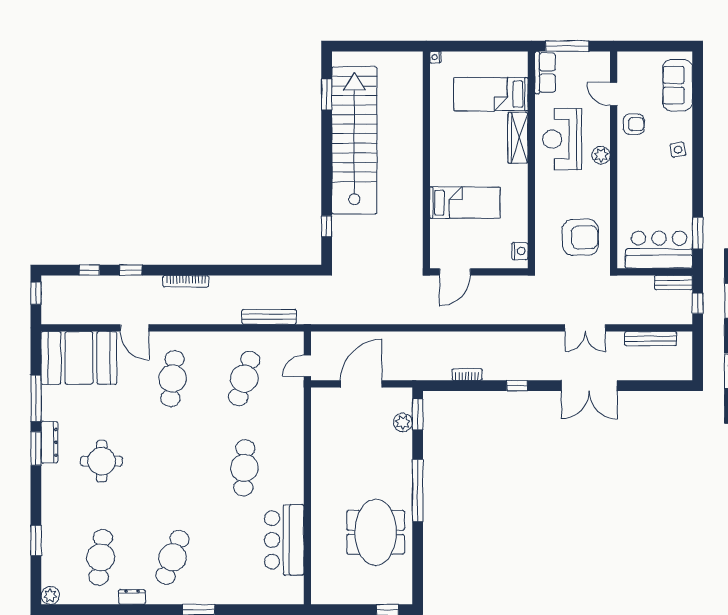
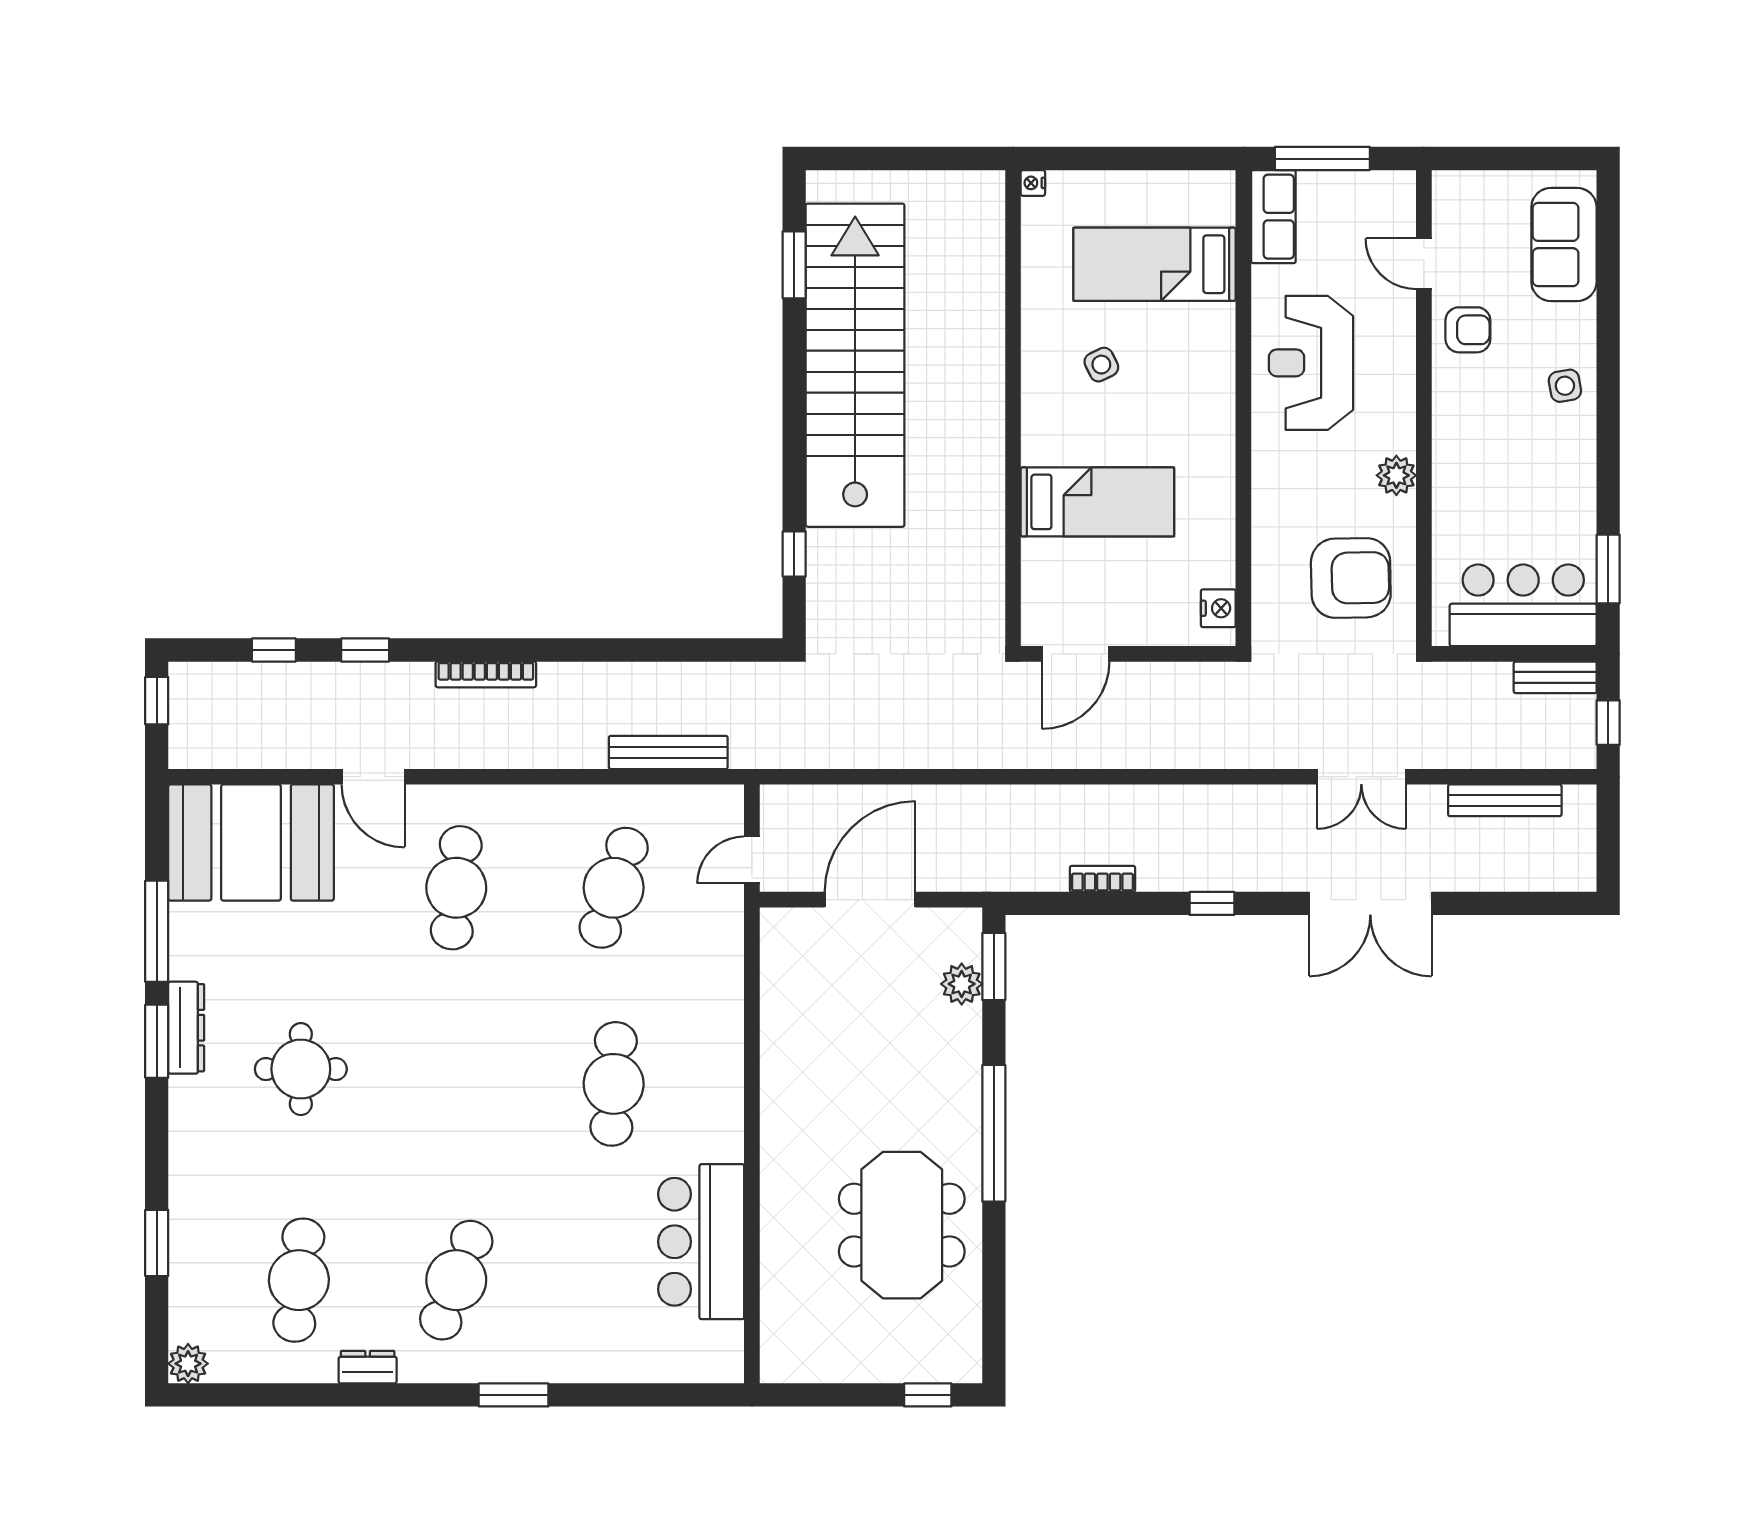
wardrobe: (518, 138) -> (1214, 360), removed
side table: (467, 140) -> (1101, 365), added
plant: (601, 155) -> (1396, 475), moved

